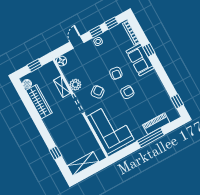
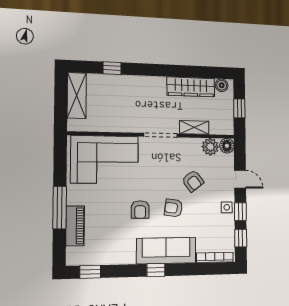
window: (149, 50) -> (156, 270), moved
sofa: (140, 60) -> (166, 251), width x1.36
plant: (75, 85) -> (210, 147), moved
armchair: (98, 92) -> (193, 181), moved

